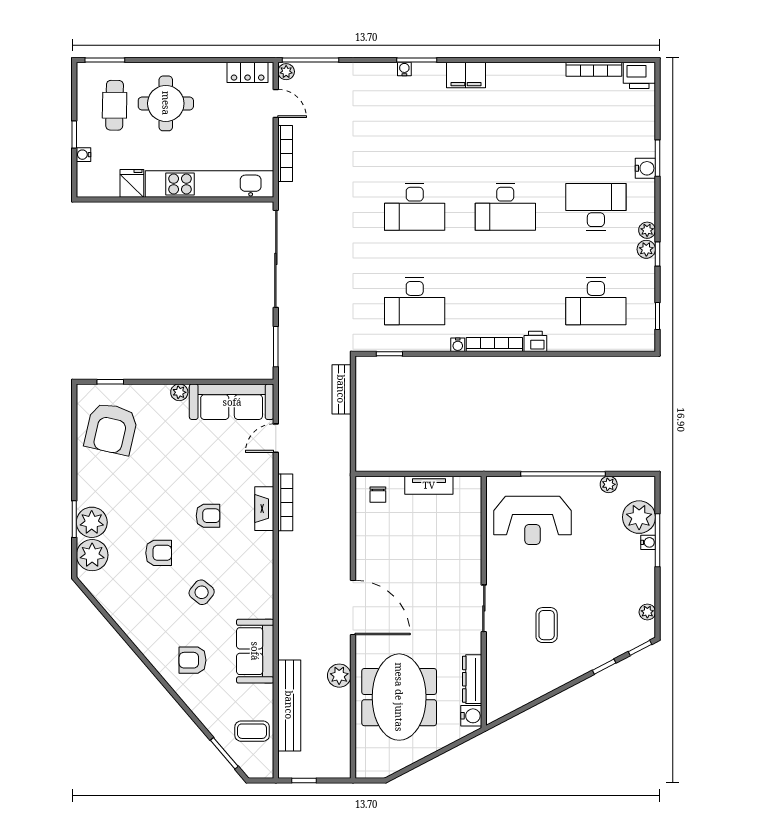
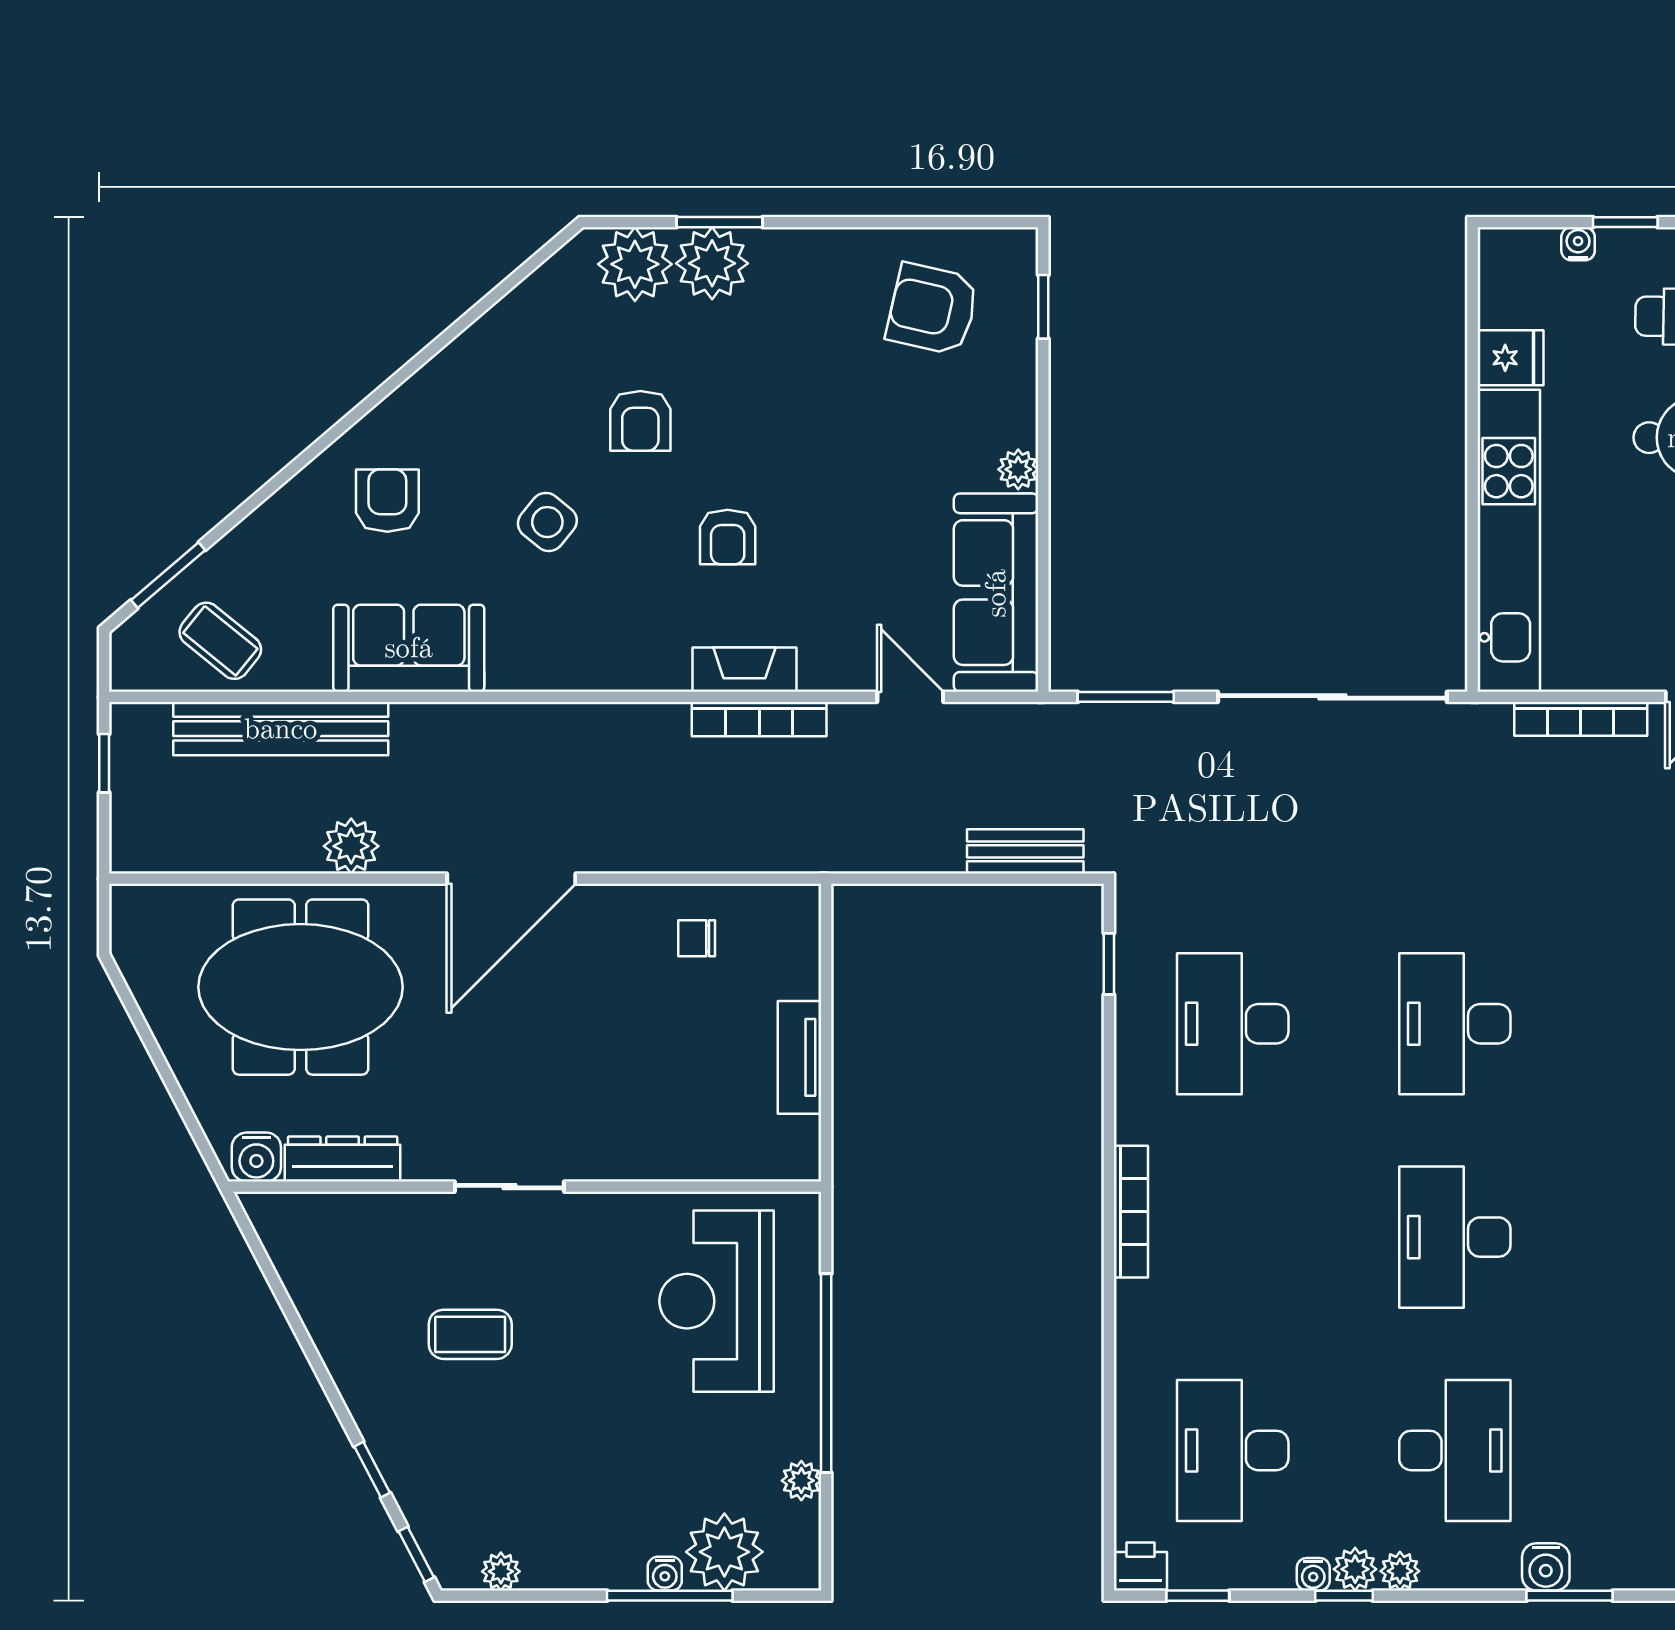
printer: (535, 341) -> (1140, 1566), moved, turned -90
water cooler: (458, 345) -> (1313, 1574), moved, turned -90
armchair: (111, 429) -> (932, 309), width x0.73, depth x0.73
chair: (378, 495) -> (697, 938), moved
coffee table: (252, 731) -> (220, 641), turned -51

